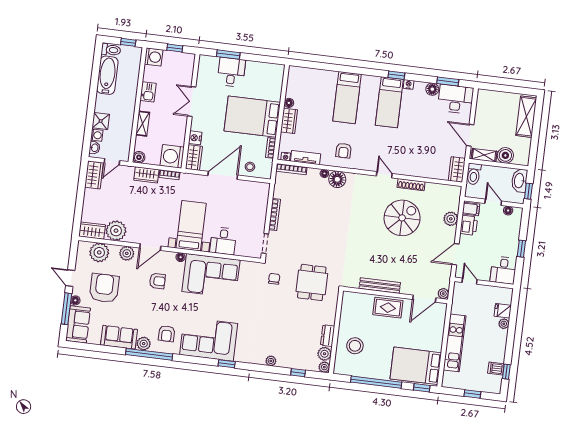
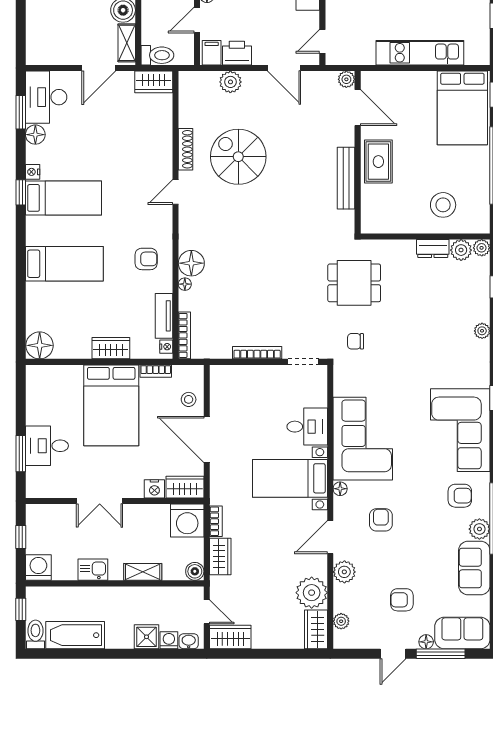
floor lamp: (289, 103) -> (40, 345), moved, width x1.89, depth x1.89
door: (150, 247) -> (330, 537), swing flipped
plant: (99, 252) -> (341, 621), width x0.53, depth x0.53
armchair: (104, 288) -> (402, 600), width x0.53, depth x0.53

